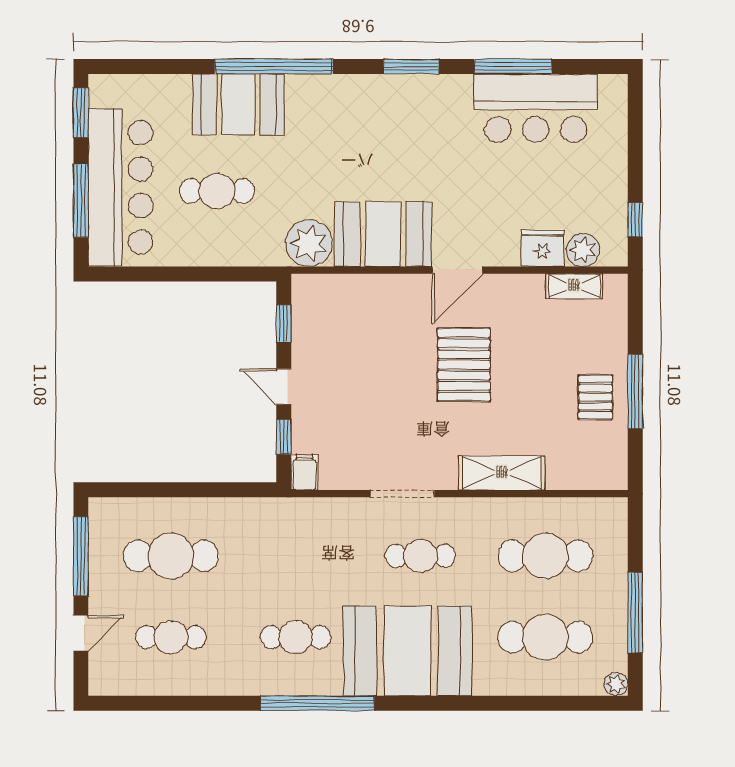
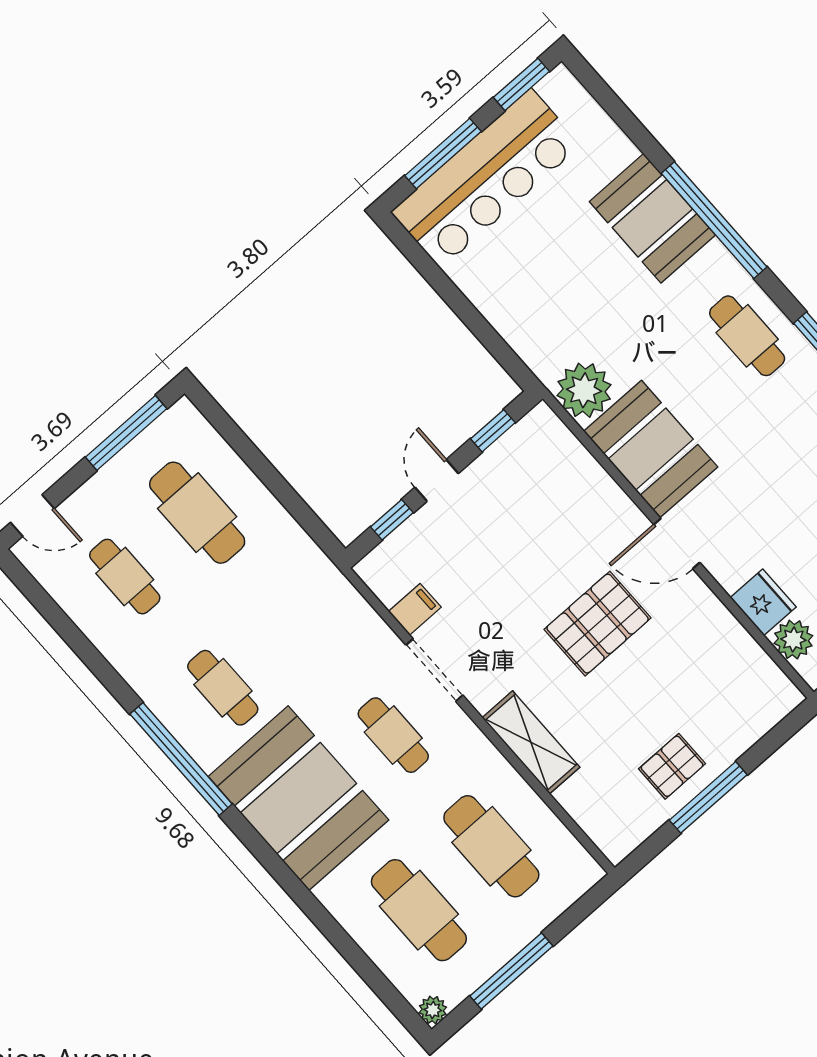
cafe table: (217, 191) -> (747, 336), moved
shelving: (574, 286) -> (754, 660), removed
filing cabinet: (304, 472) -> (415, 609), moved
door: (81, 633) -> (32, 515), moved

